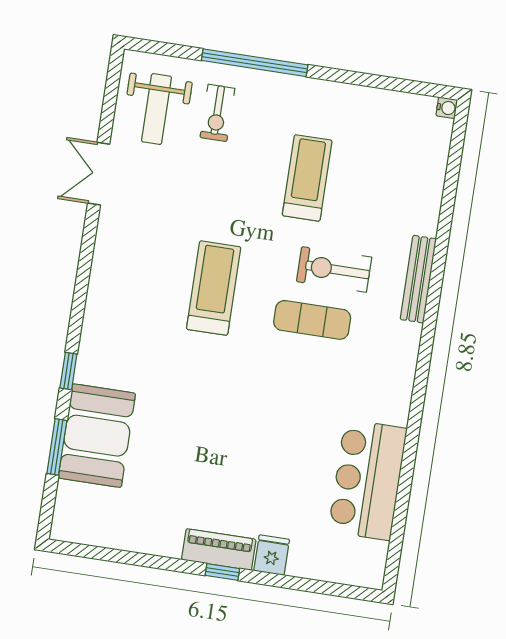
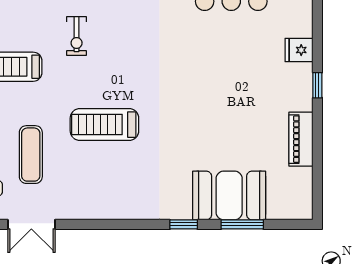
exercise bike: (334, 269) -> (77, 36), width x0.73, depth x0.72
exercise mat: (312, 320) -> (31, 155), moved
piano: (219, 550) -> (301, 139), moved

